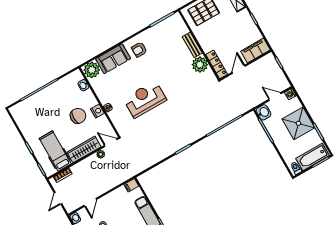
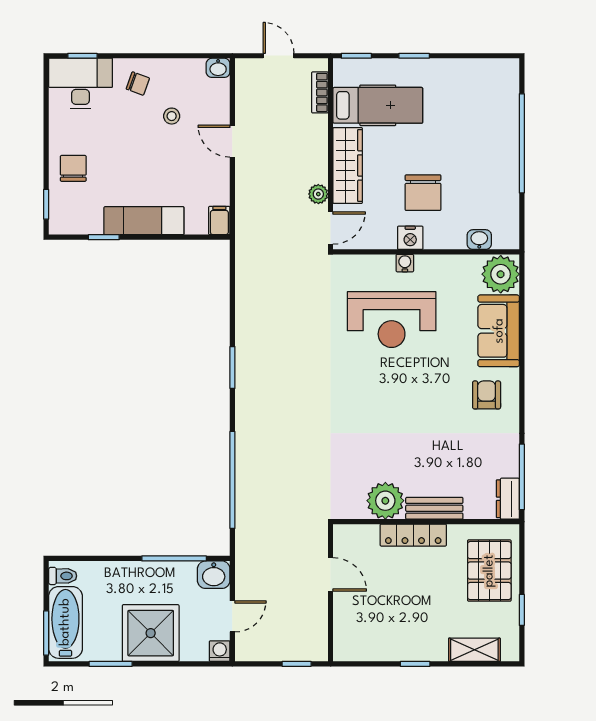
dresser: (173, 20) -> (508, 499), added
filing cabinet: (255, 51) -> (349, 630), removed
locker: (217, 64) -> (413, 535), moved
reception desk: (145, 99) -> (392, 320), moved, turned 90
door: (90, 202) -> (232, 141), moved

